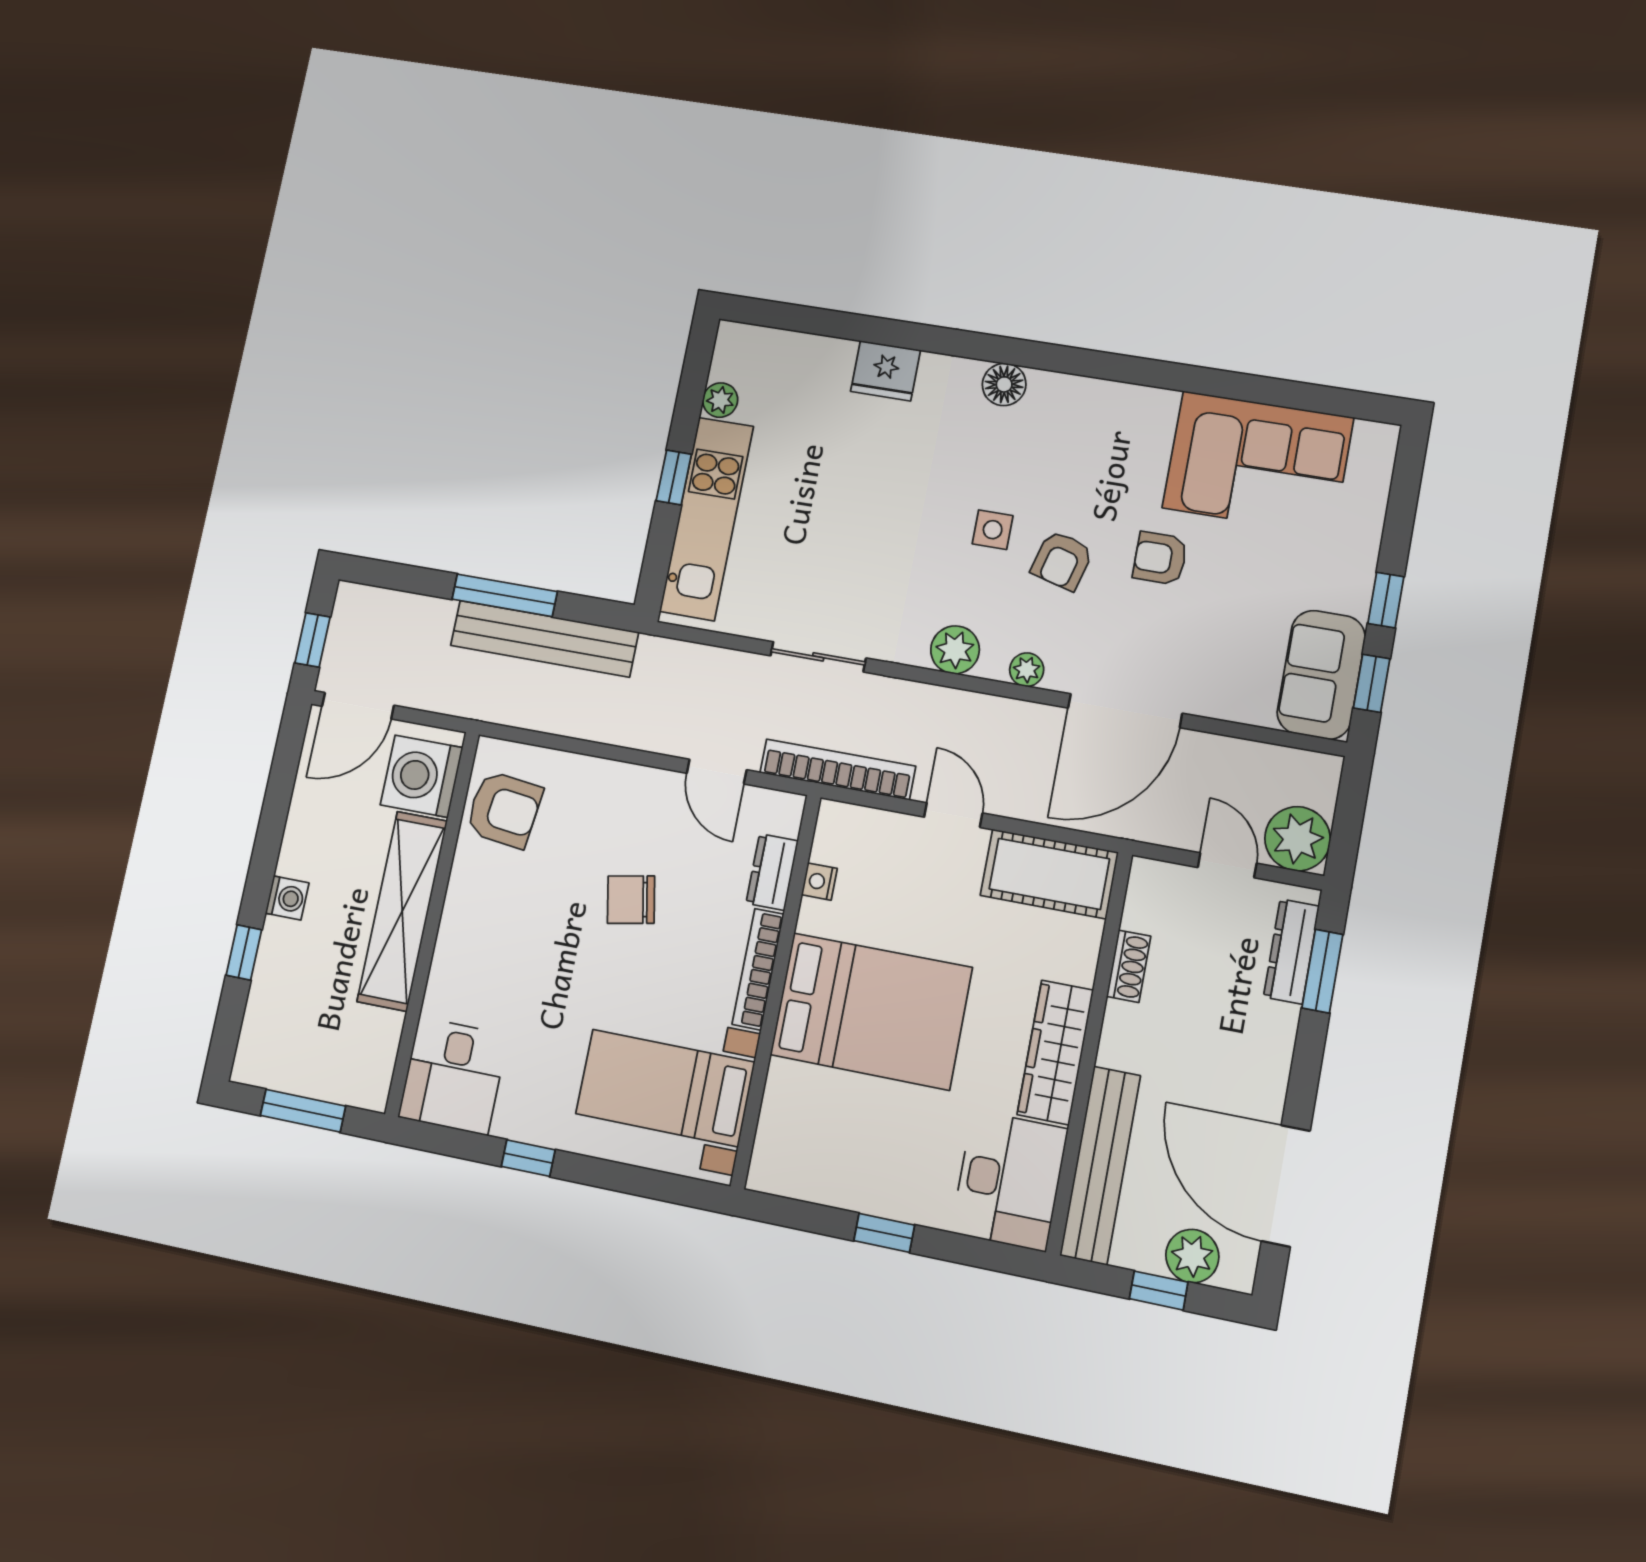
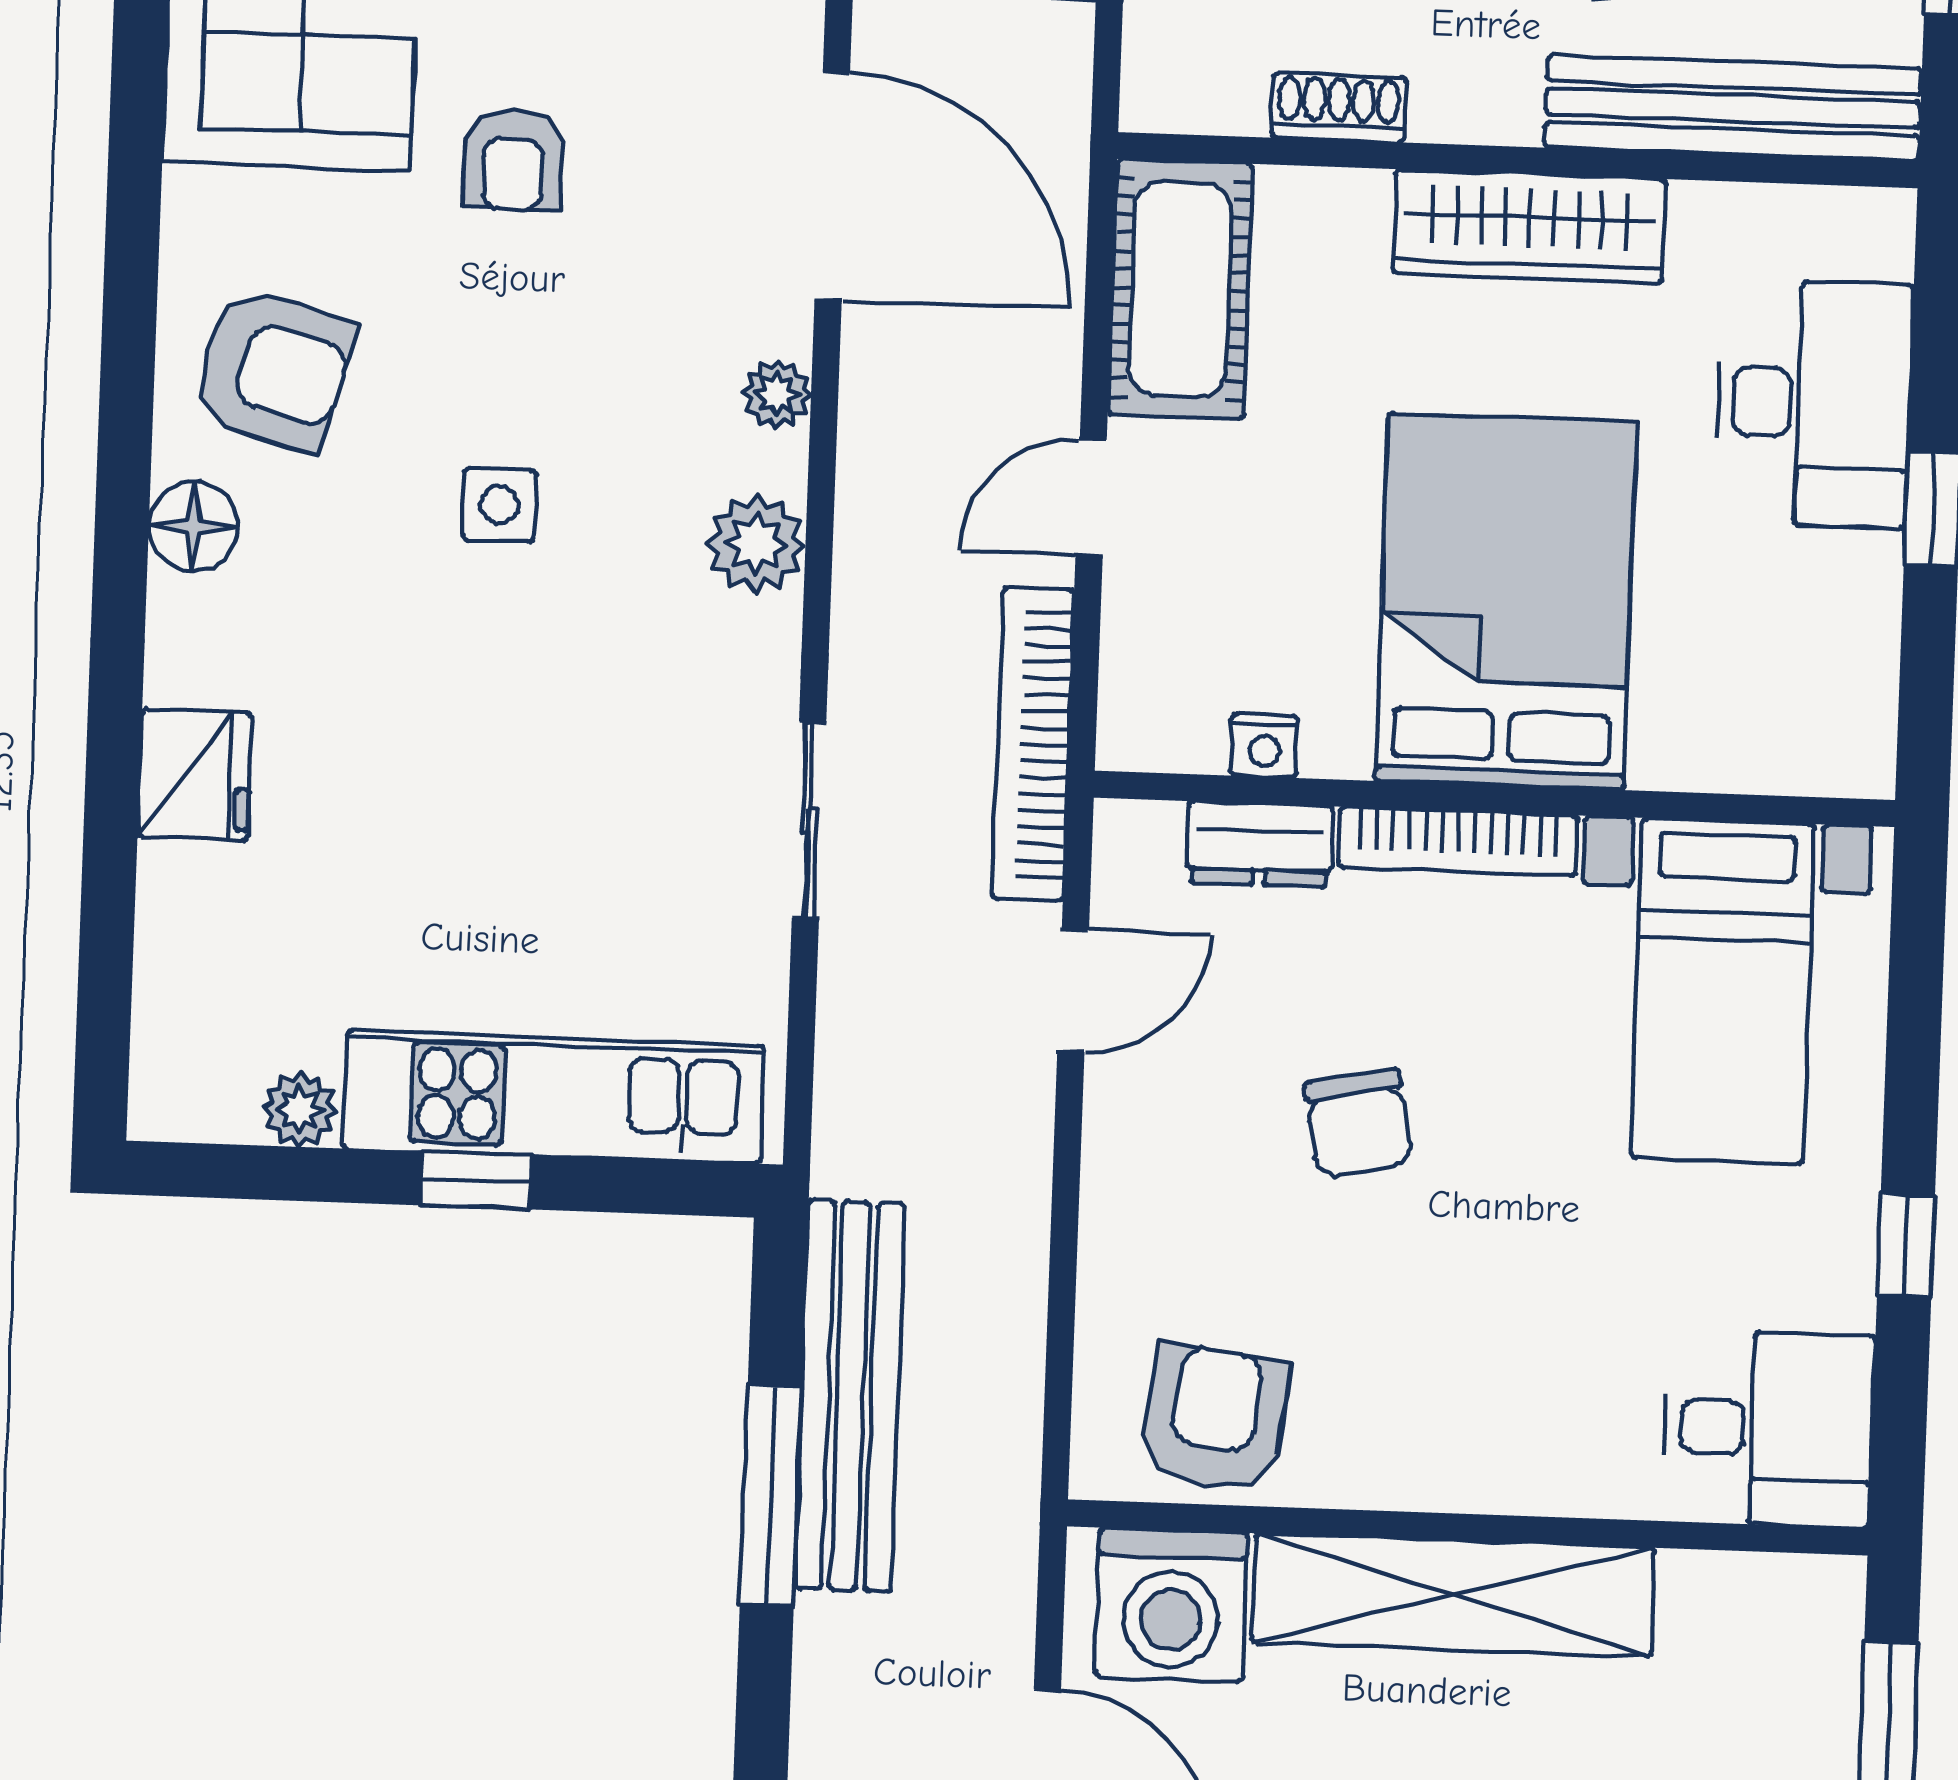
armchair: (1062, 561) -> (273, 370), moved, width x1.38, depth x1.38
desk: (1009, 1181) -> (1814, 403), moved, turned 90

